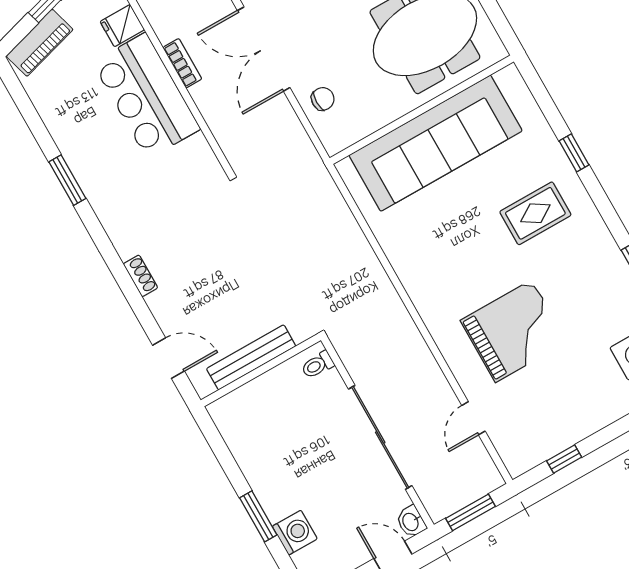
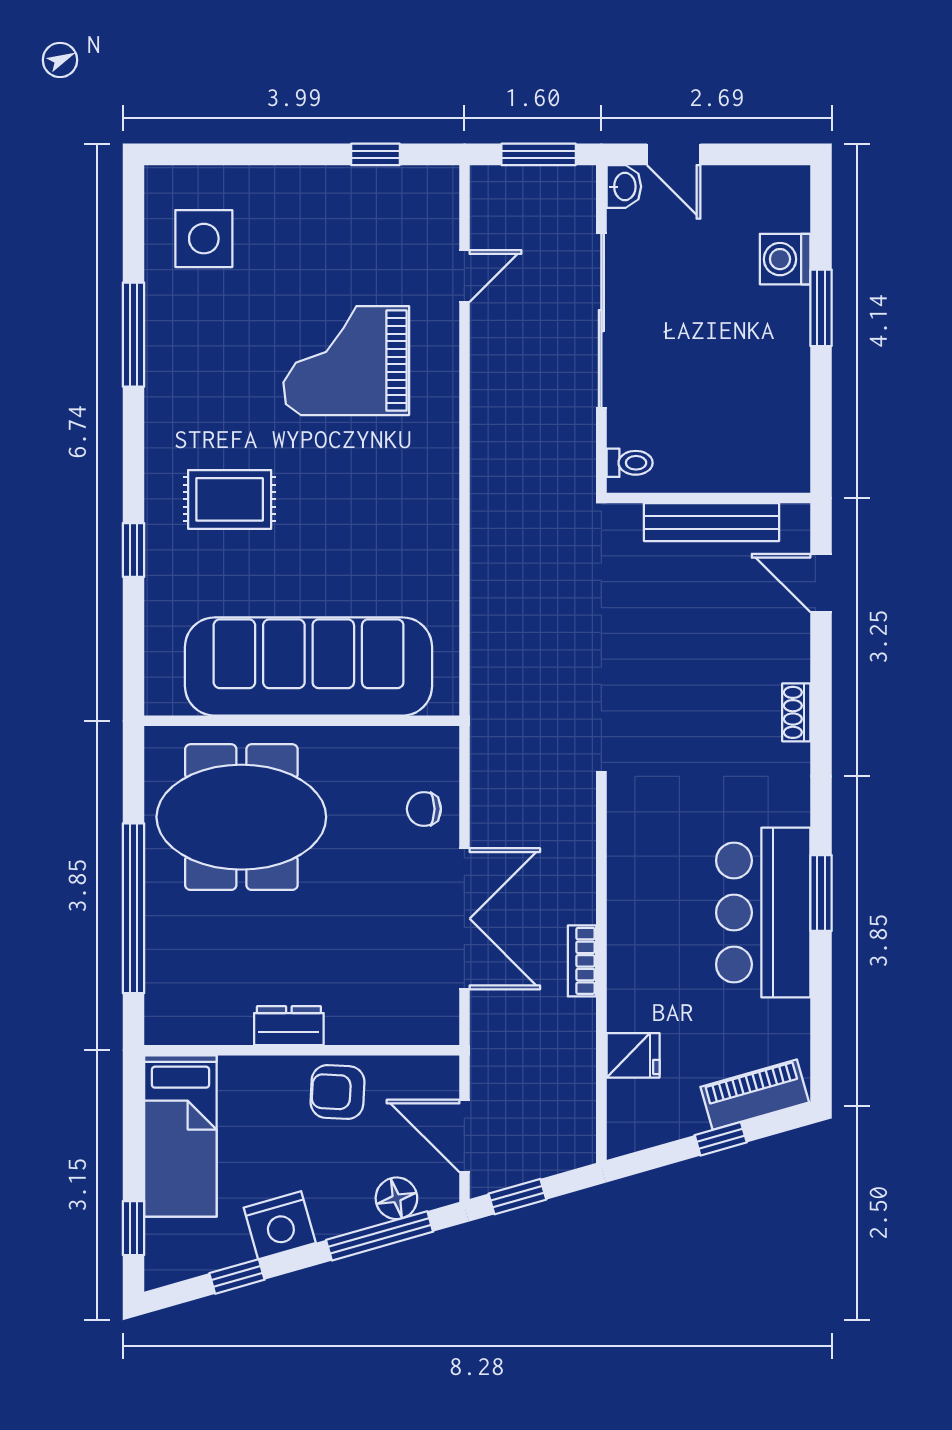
bar counter: (146, 96) -> (763, 913), moved, turned 180

